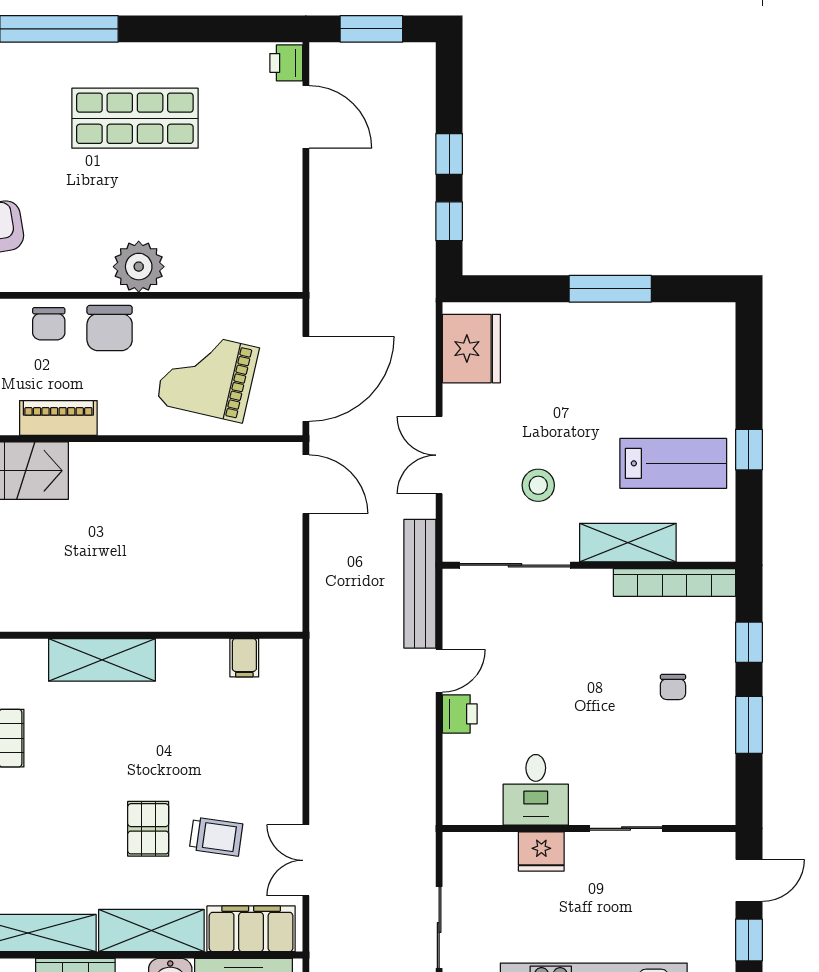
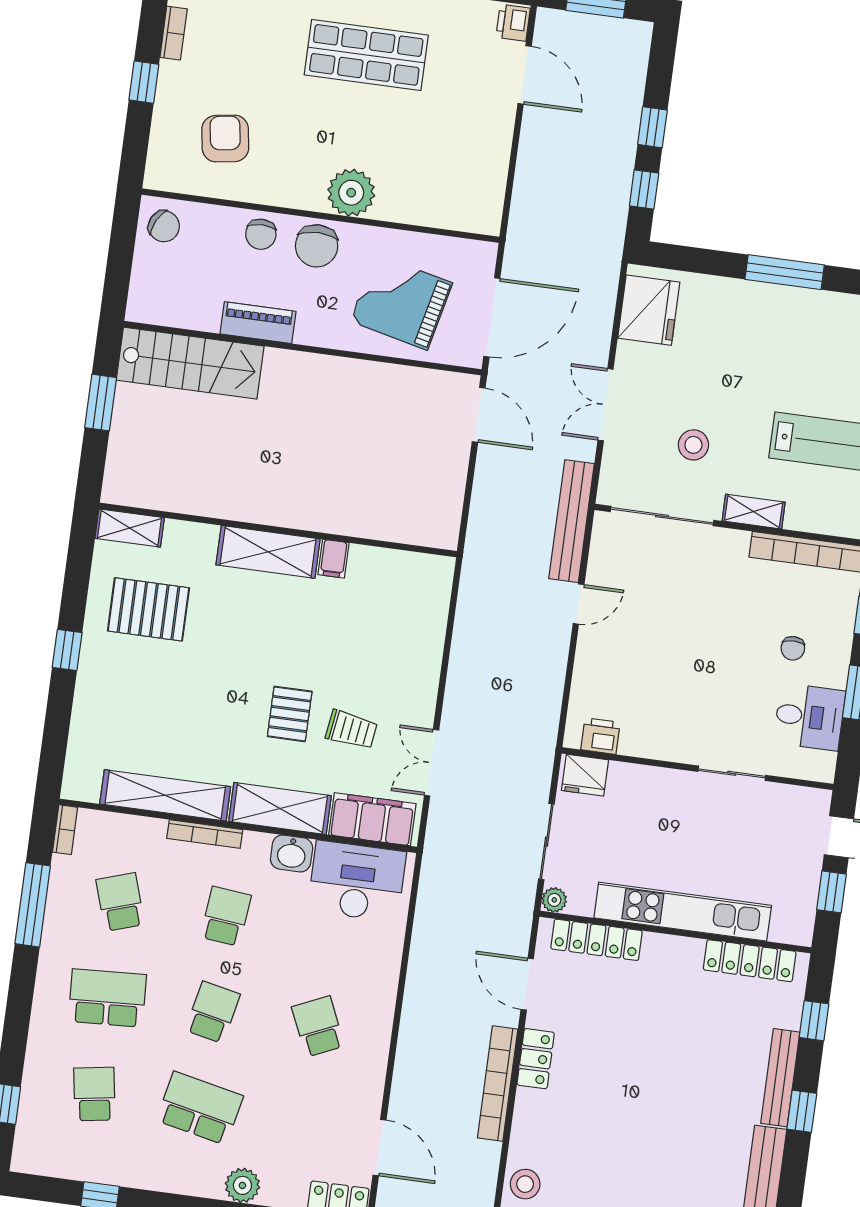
shelving: (628, 543) -> (754, 512), width x0.67, depth x0.75
filing cabinet: (244, 658) -> (333, 559), moved
printer: (460, 714) -> (600, 736), moved, turned -90
desk: (536, 790) -> (809, 717), moved, turned -90
fridge: (541, 851) -> (585, 775), moved

